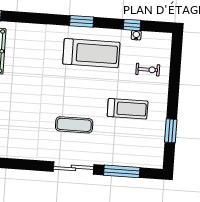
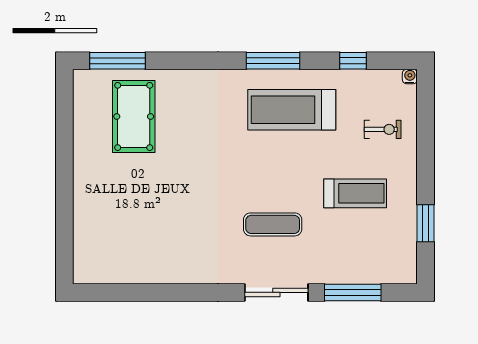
window: (82, 21) -> (273, 61), width x1.44
water cooler: (136, 35) -> (410, 76), moved
treadmill: (91, 53) -> (292, 110), turned 180

